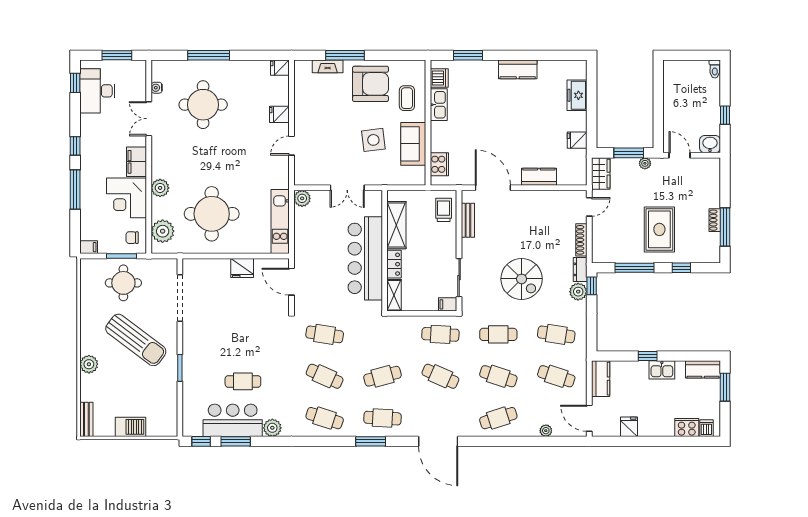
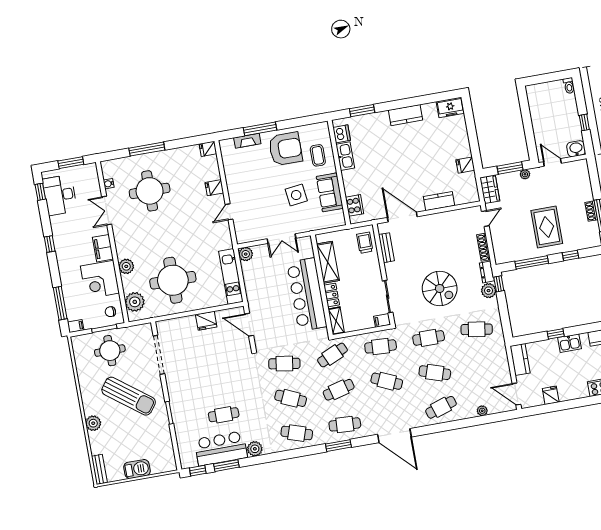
freezer: (577, 95) -> (450, 107), moved, turned -90
window: (75, 189) -> (60, 303), moved
cafe table: (556, 376) -> (332, 355), moved, turned -42

